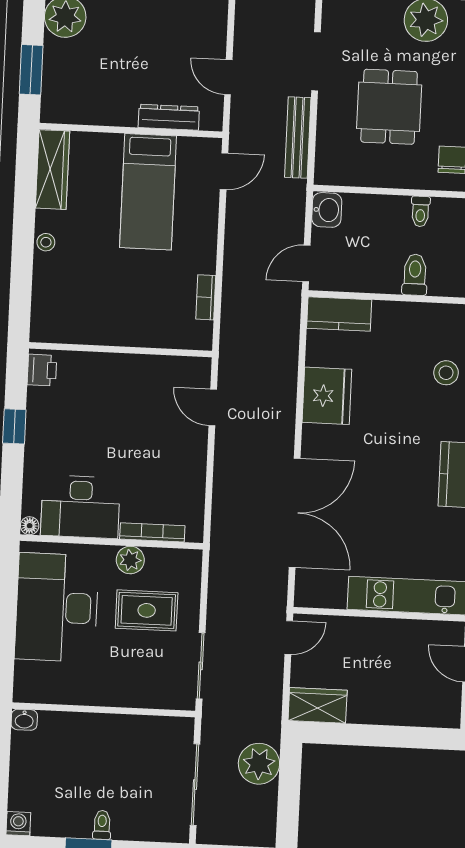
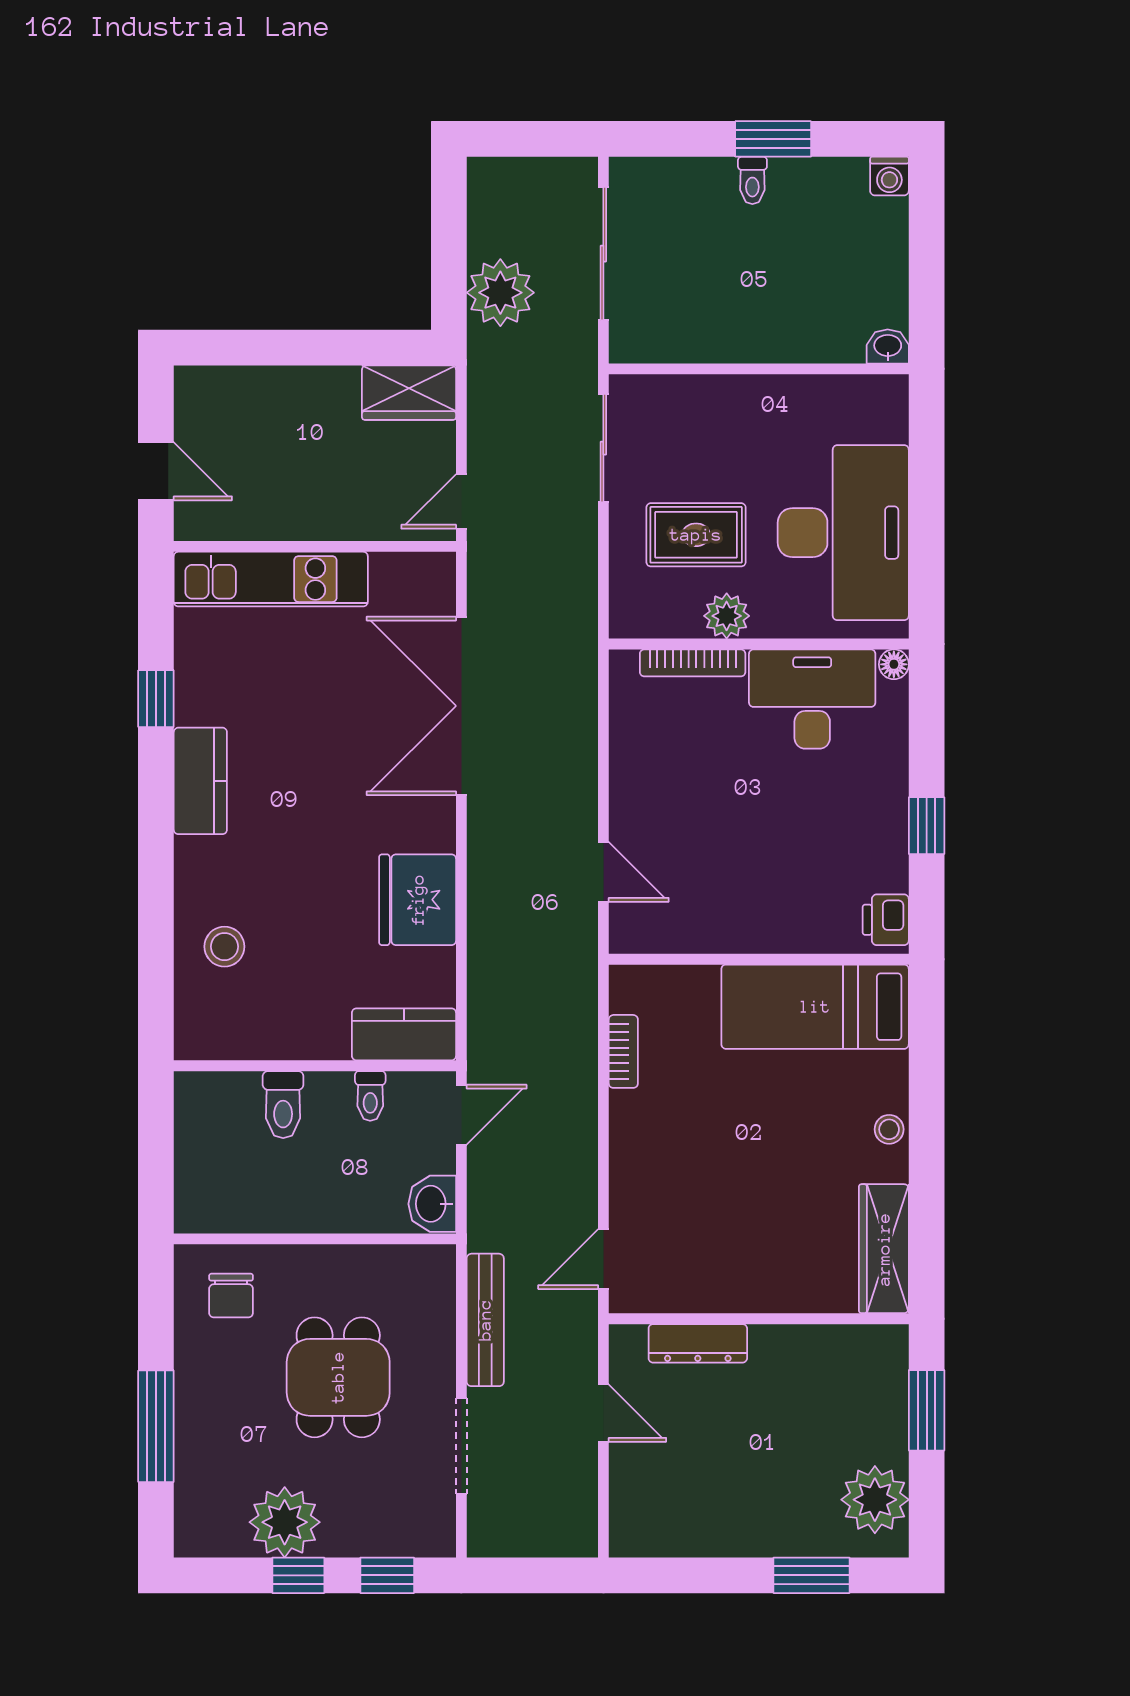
bed: (148, 192) -> (815, 1007), moved, turned -90
toilet: (420, 211) -> (370, 1096), moved, turned 180

